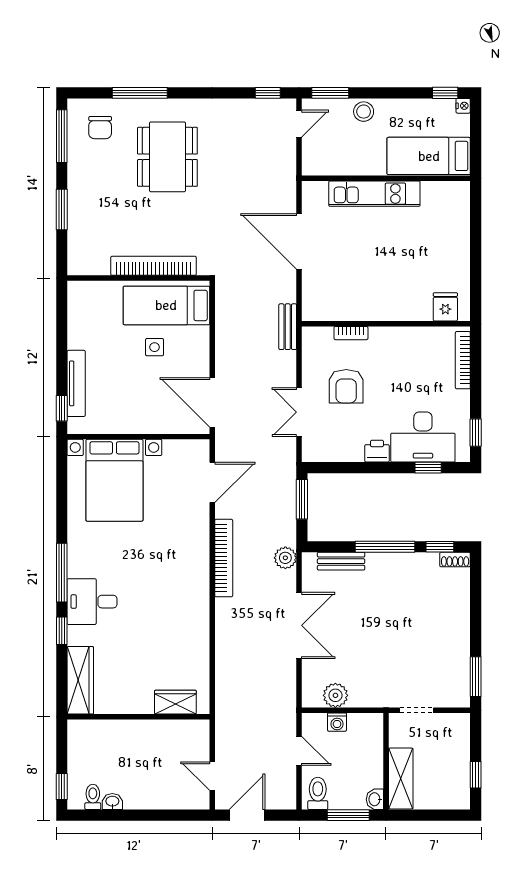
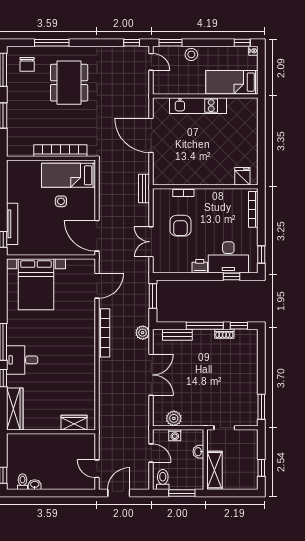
door: (299, 124) -> (151, 62), hinge flipped
shoe rack: (455, 560) -> (224, 334), moved
washbasin: (375, 799) -> (198, 452), moved

